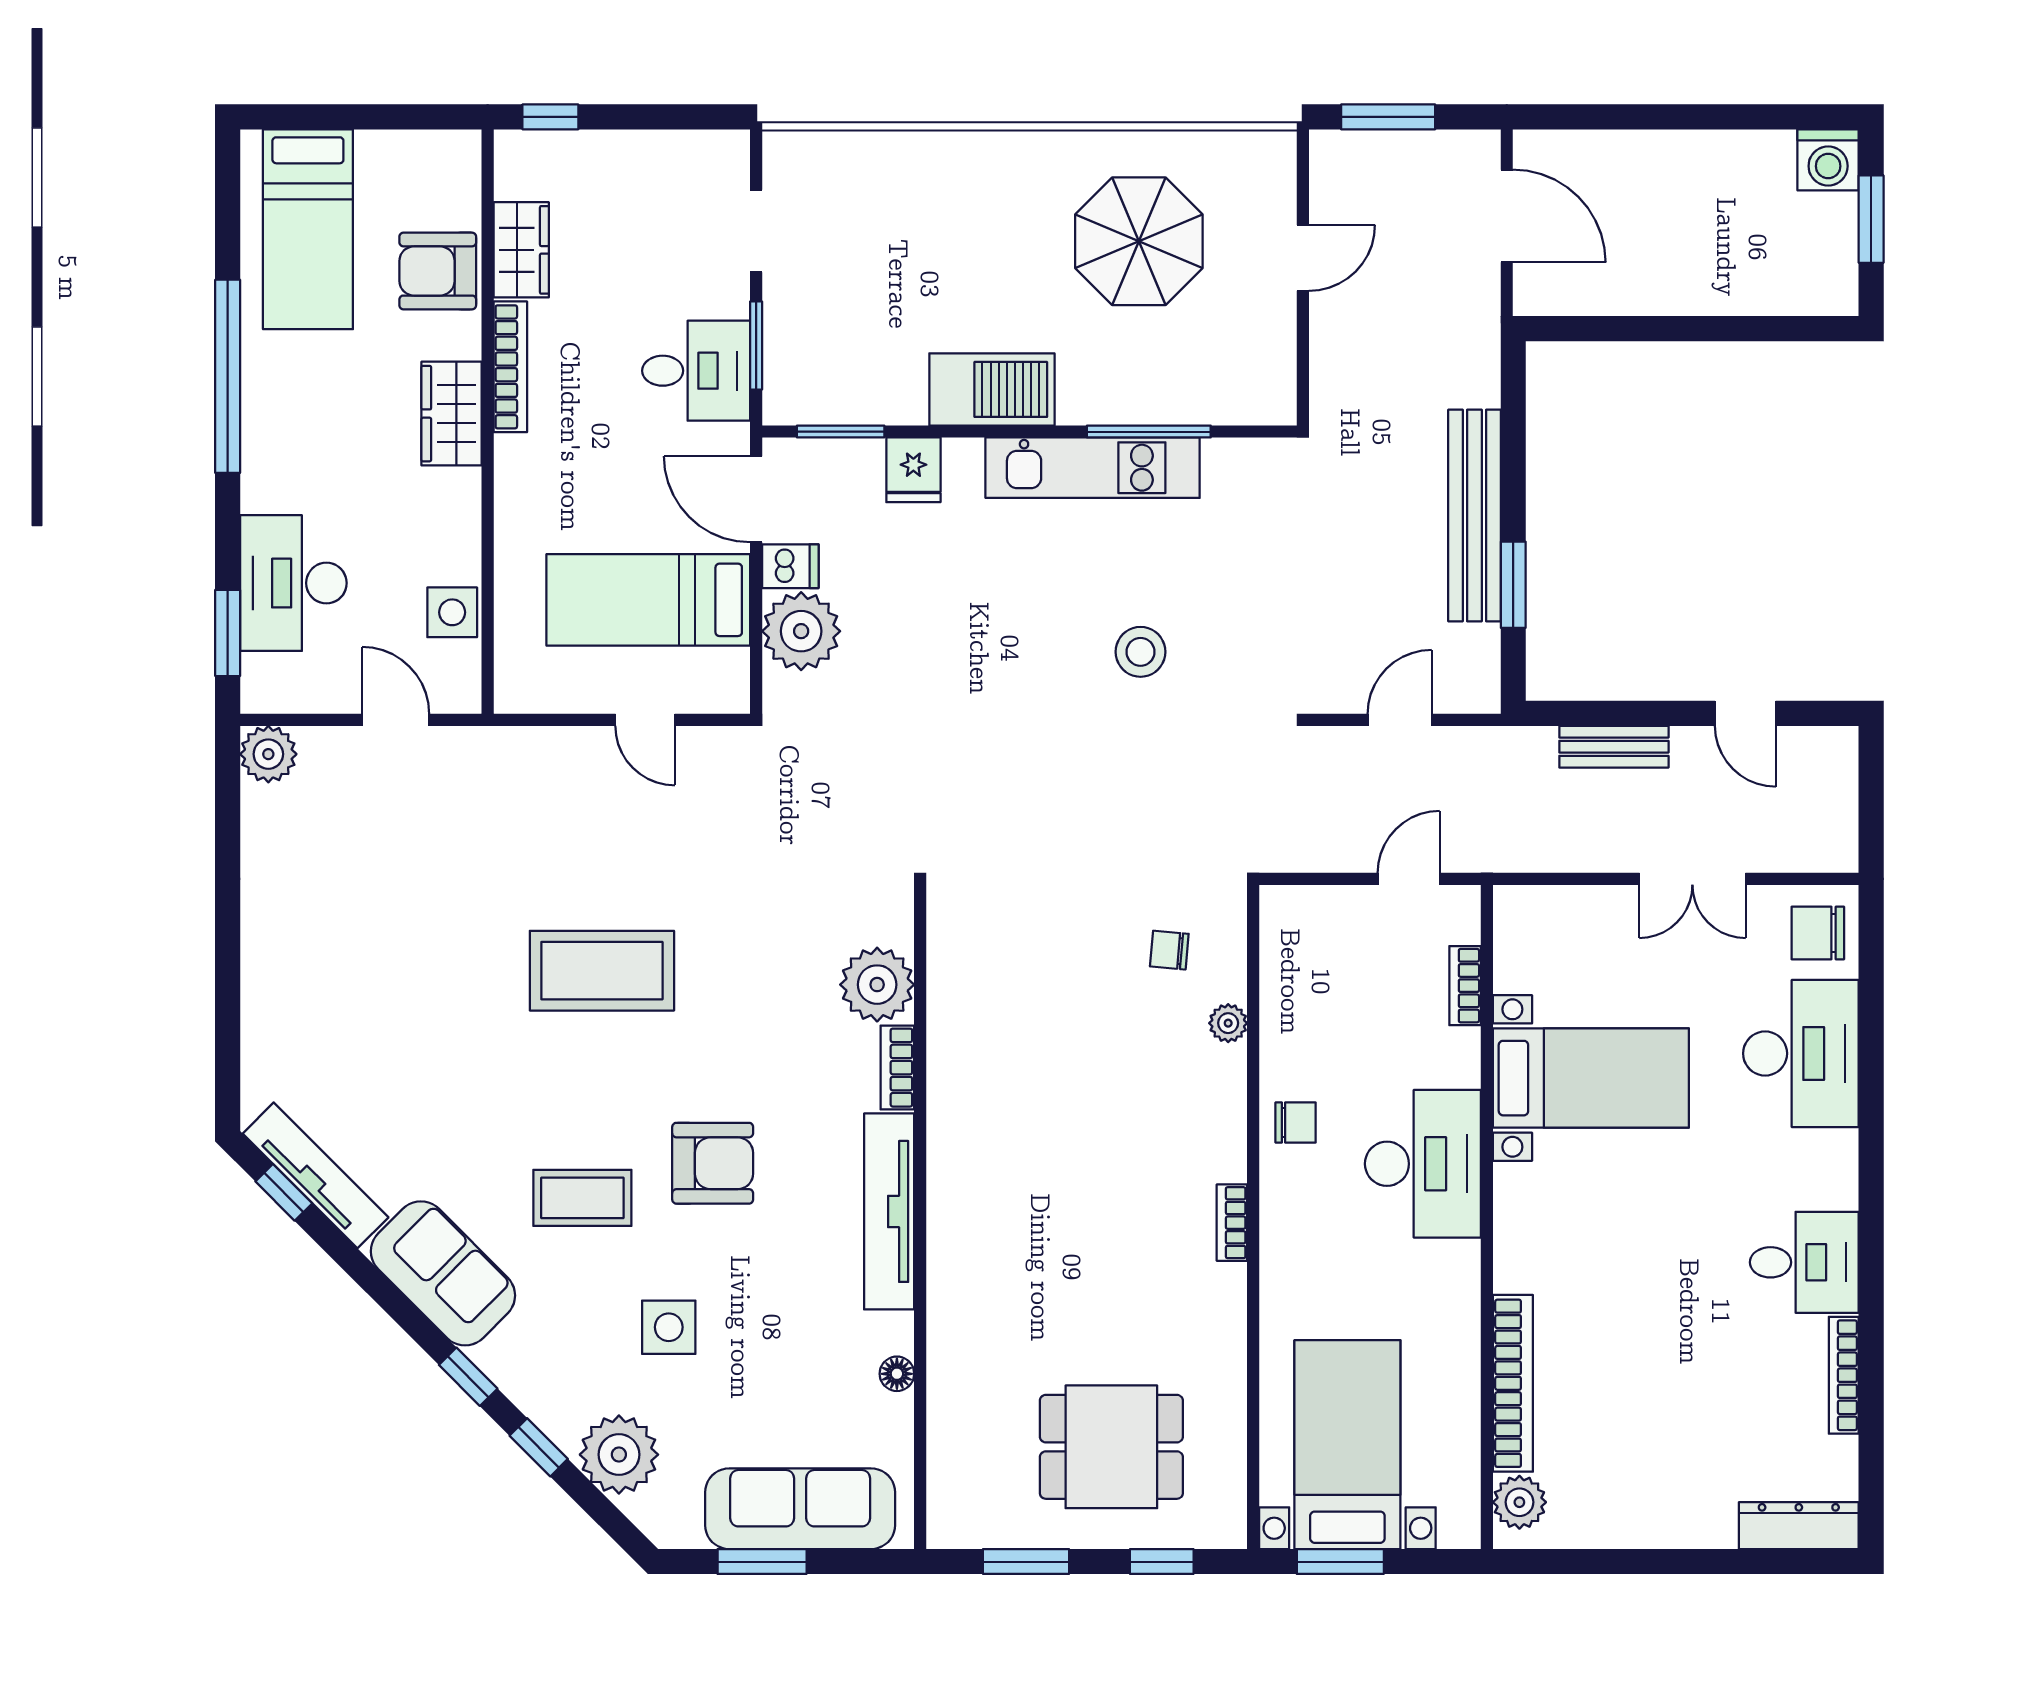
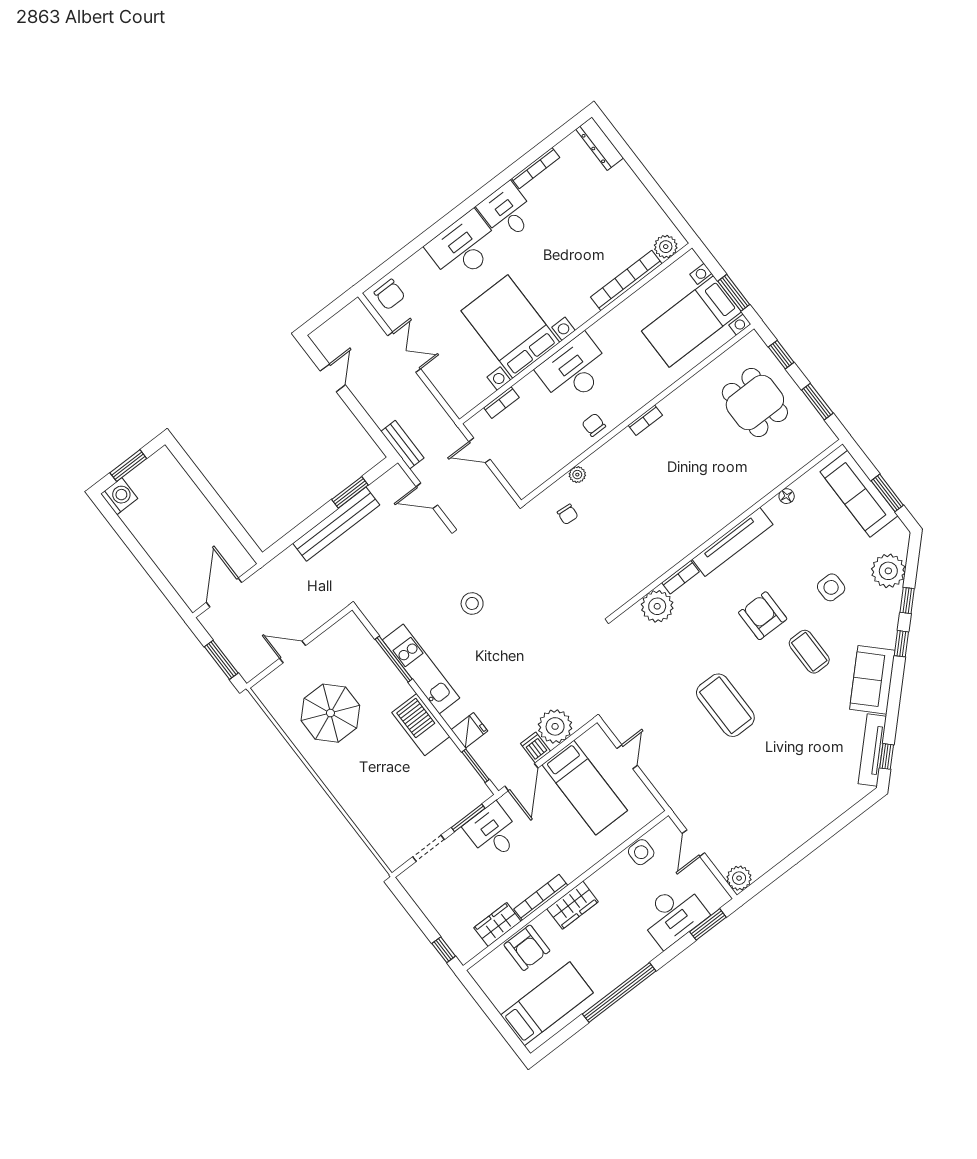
bench: (1614, 747) -> (402, 445), moved
desk: (1801, 1053) -> (464, 247), moved
bed with nightstands: (1591, 1078) -> (510, 327), width x1.36

